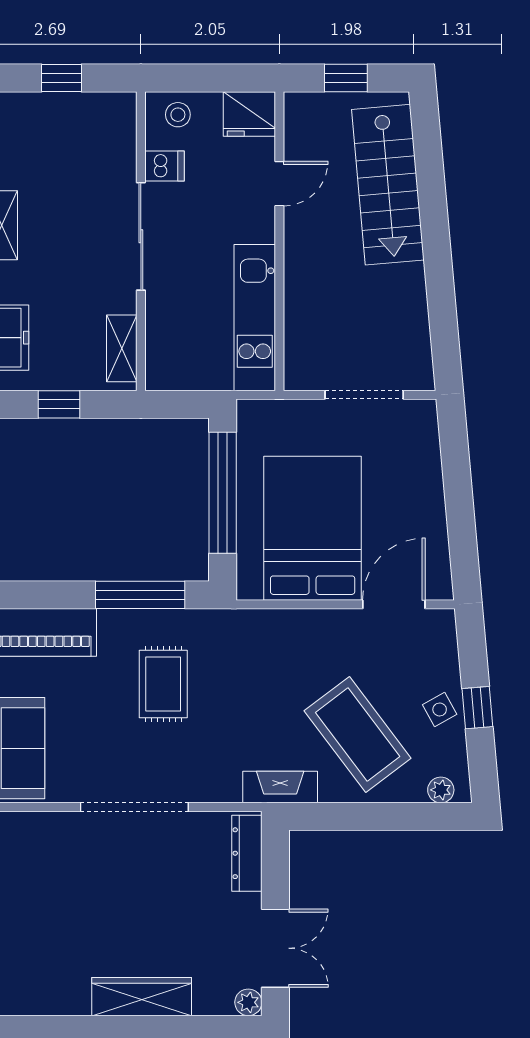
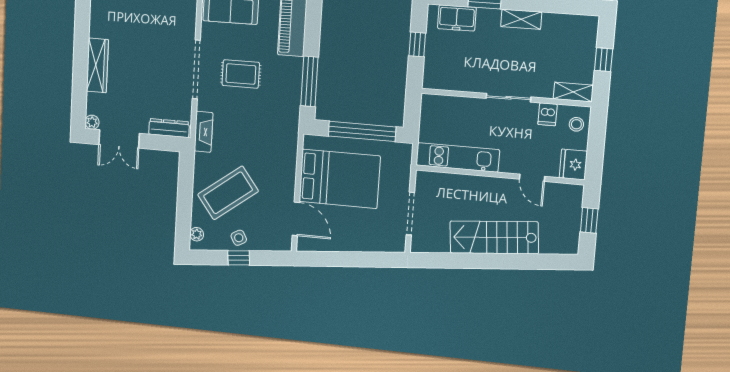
stairs: (388, 185) -> (494, 237), moved
sliding door: (141, 236) -> (508, 98), width x0.73
shelving: (122, 348) -> (573, 92), moved
rug: (163, 684) -> (241, 74), moved
fireplace: (280, 787) -> (203, 132), moved

